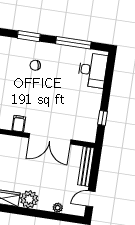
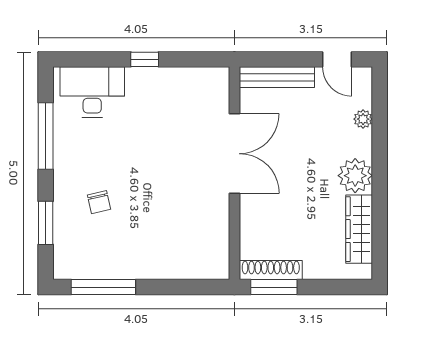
window: (103, 118) -> (145, 59), moved
filing cabinet: (19, 124) -> (215, 217), removed

